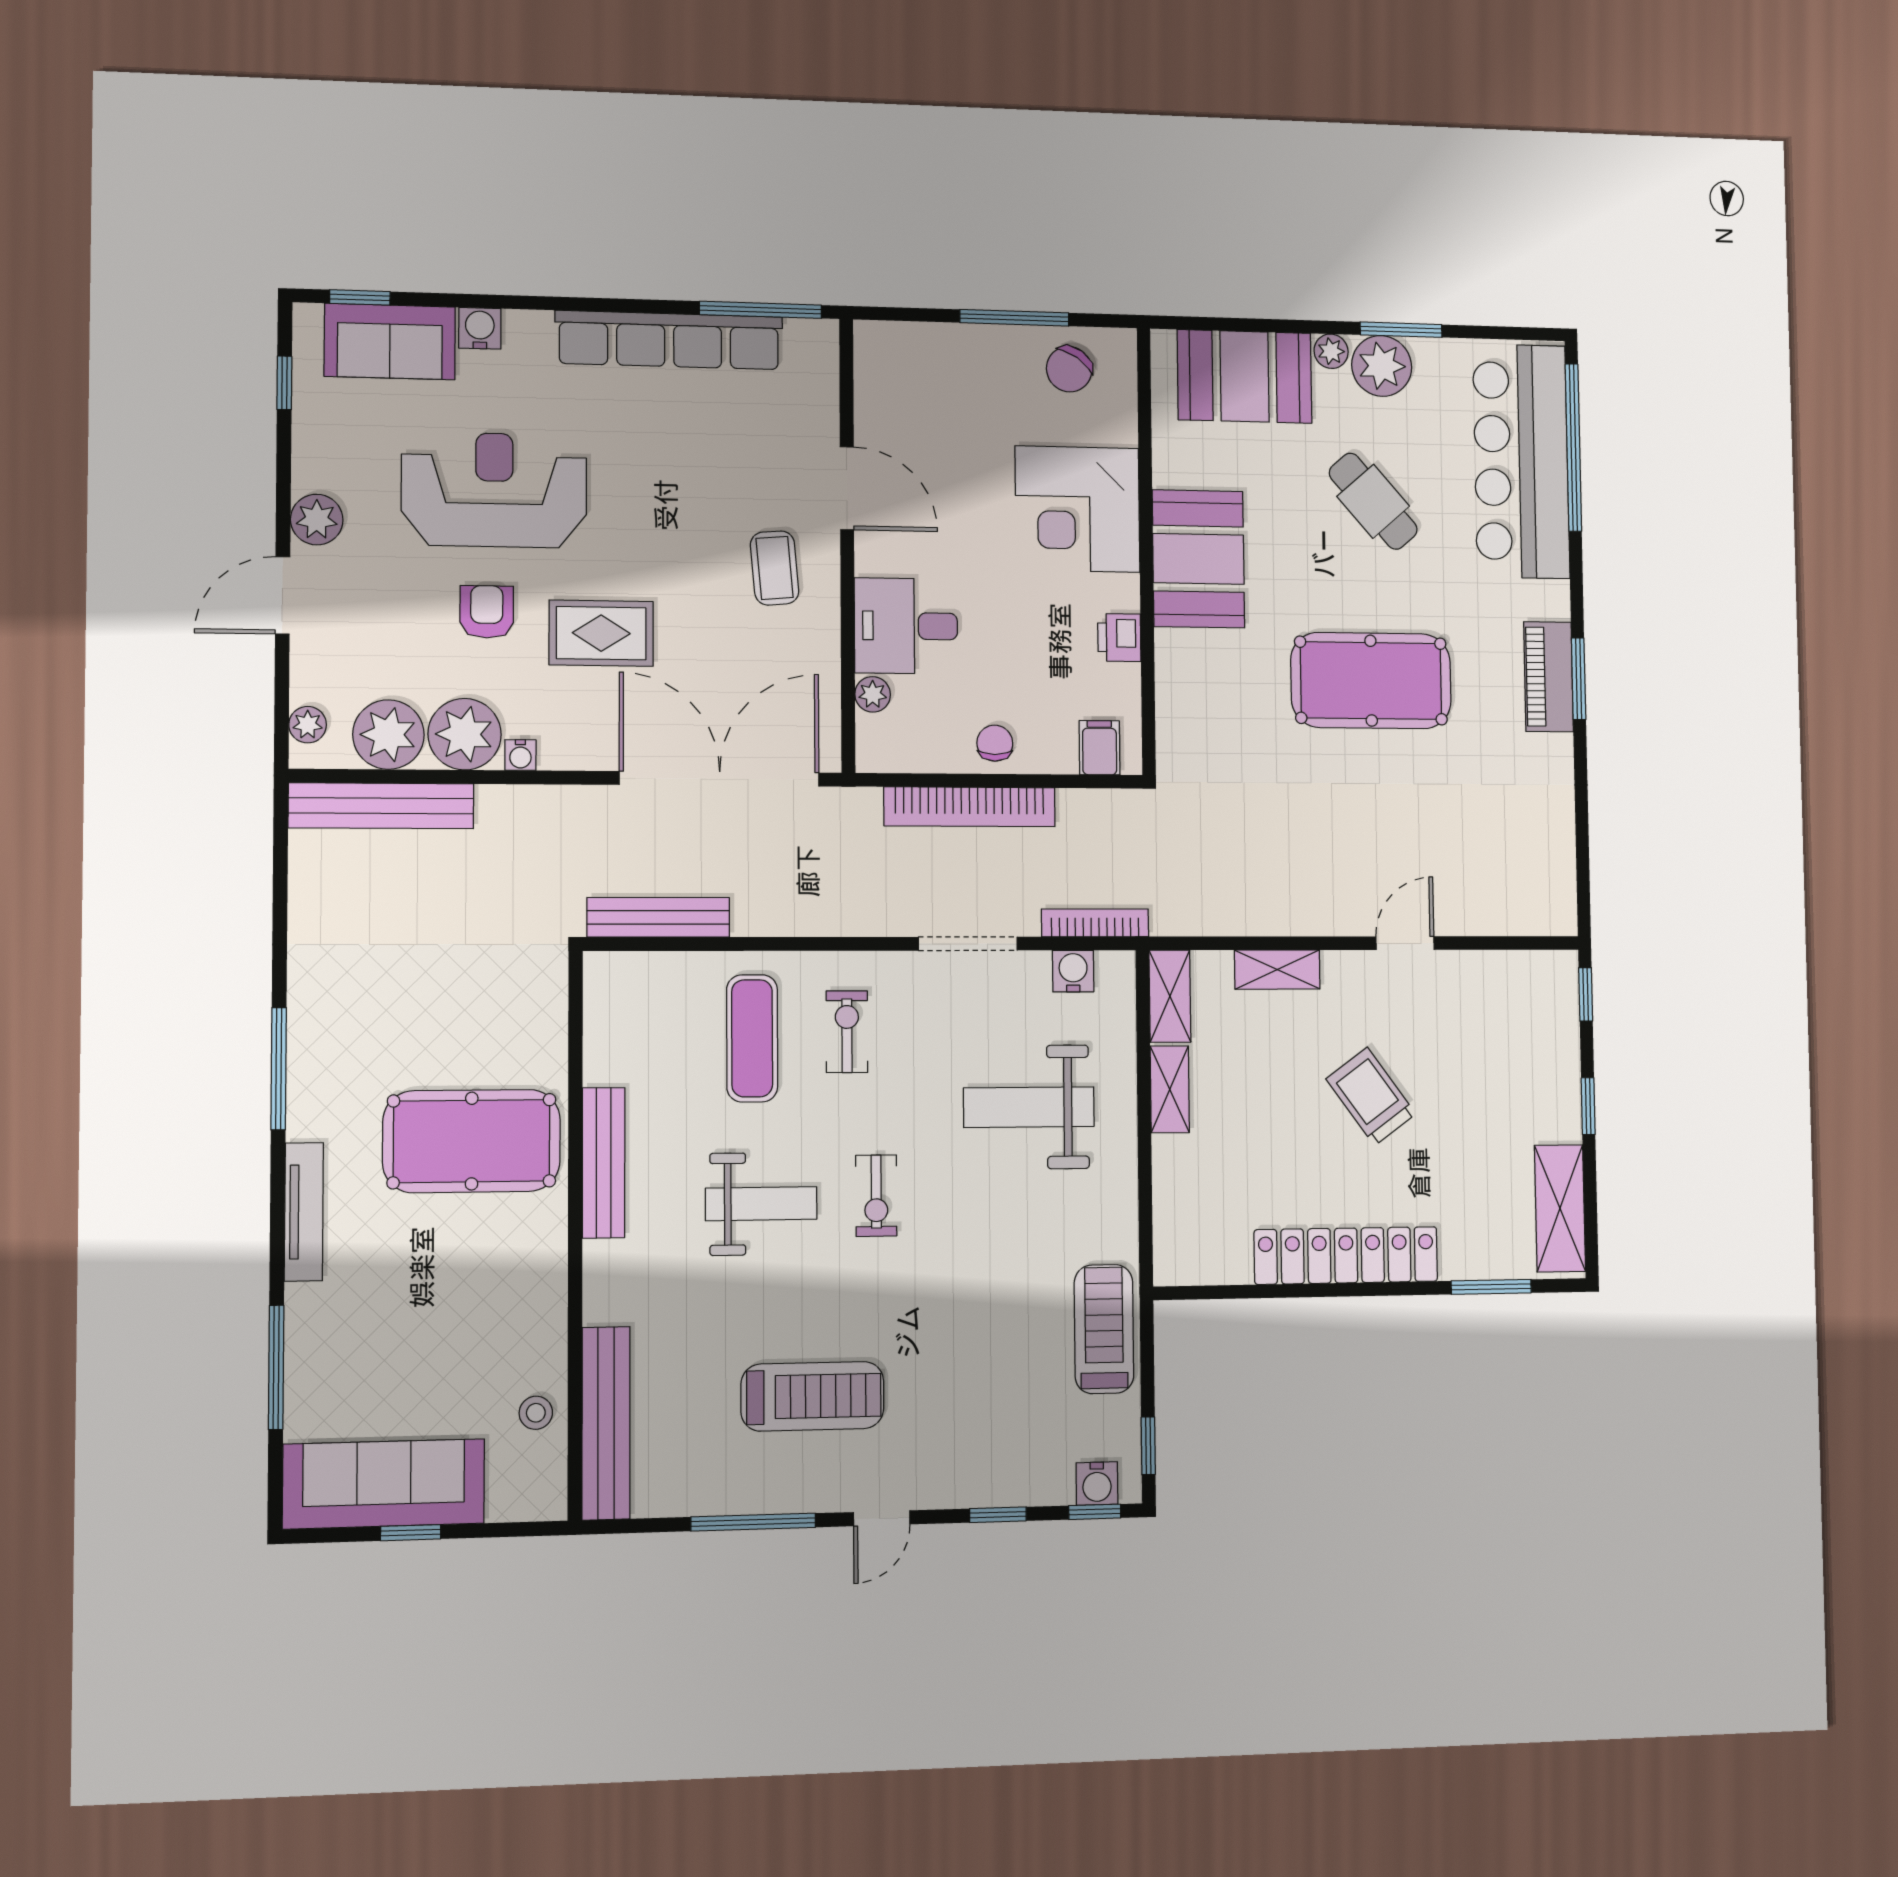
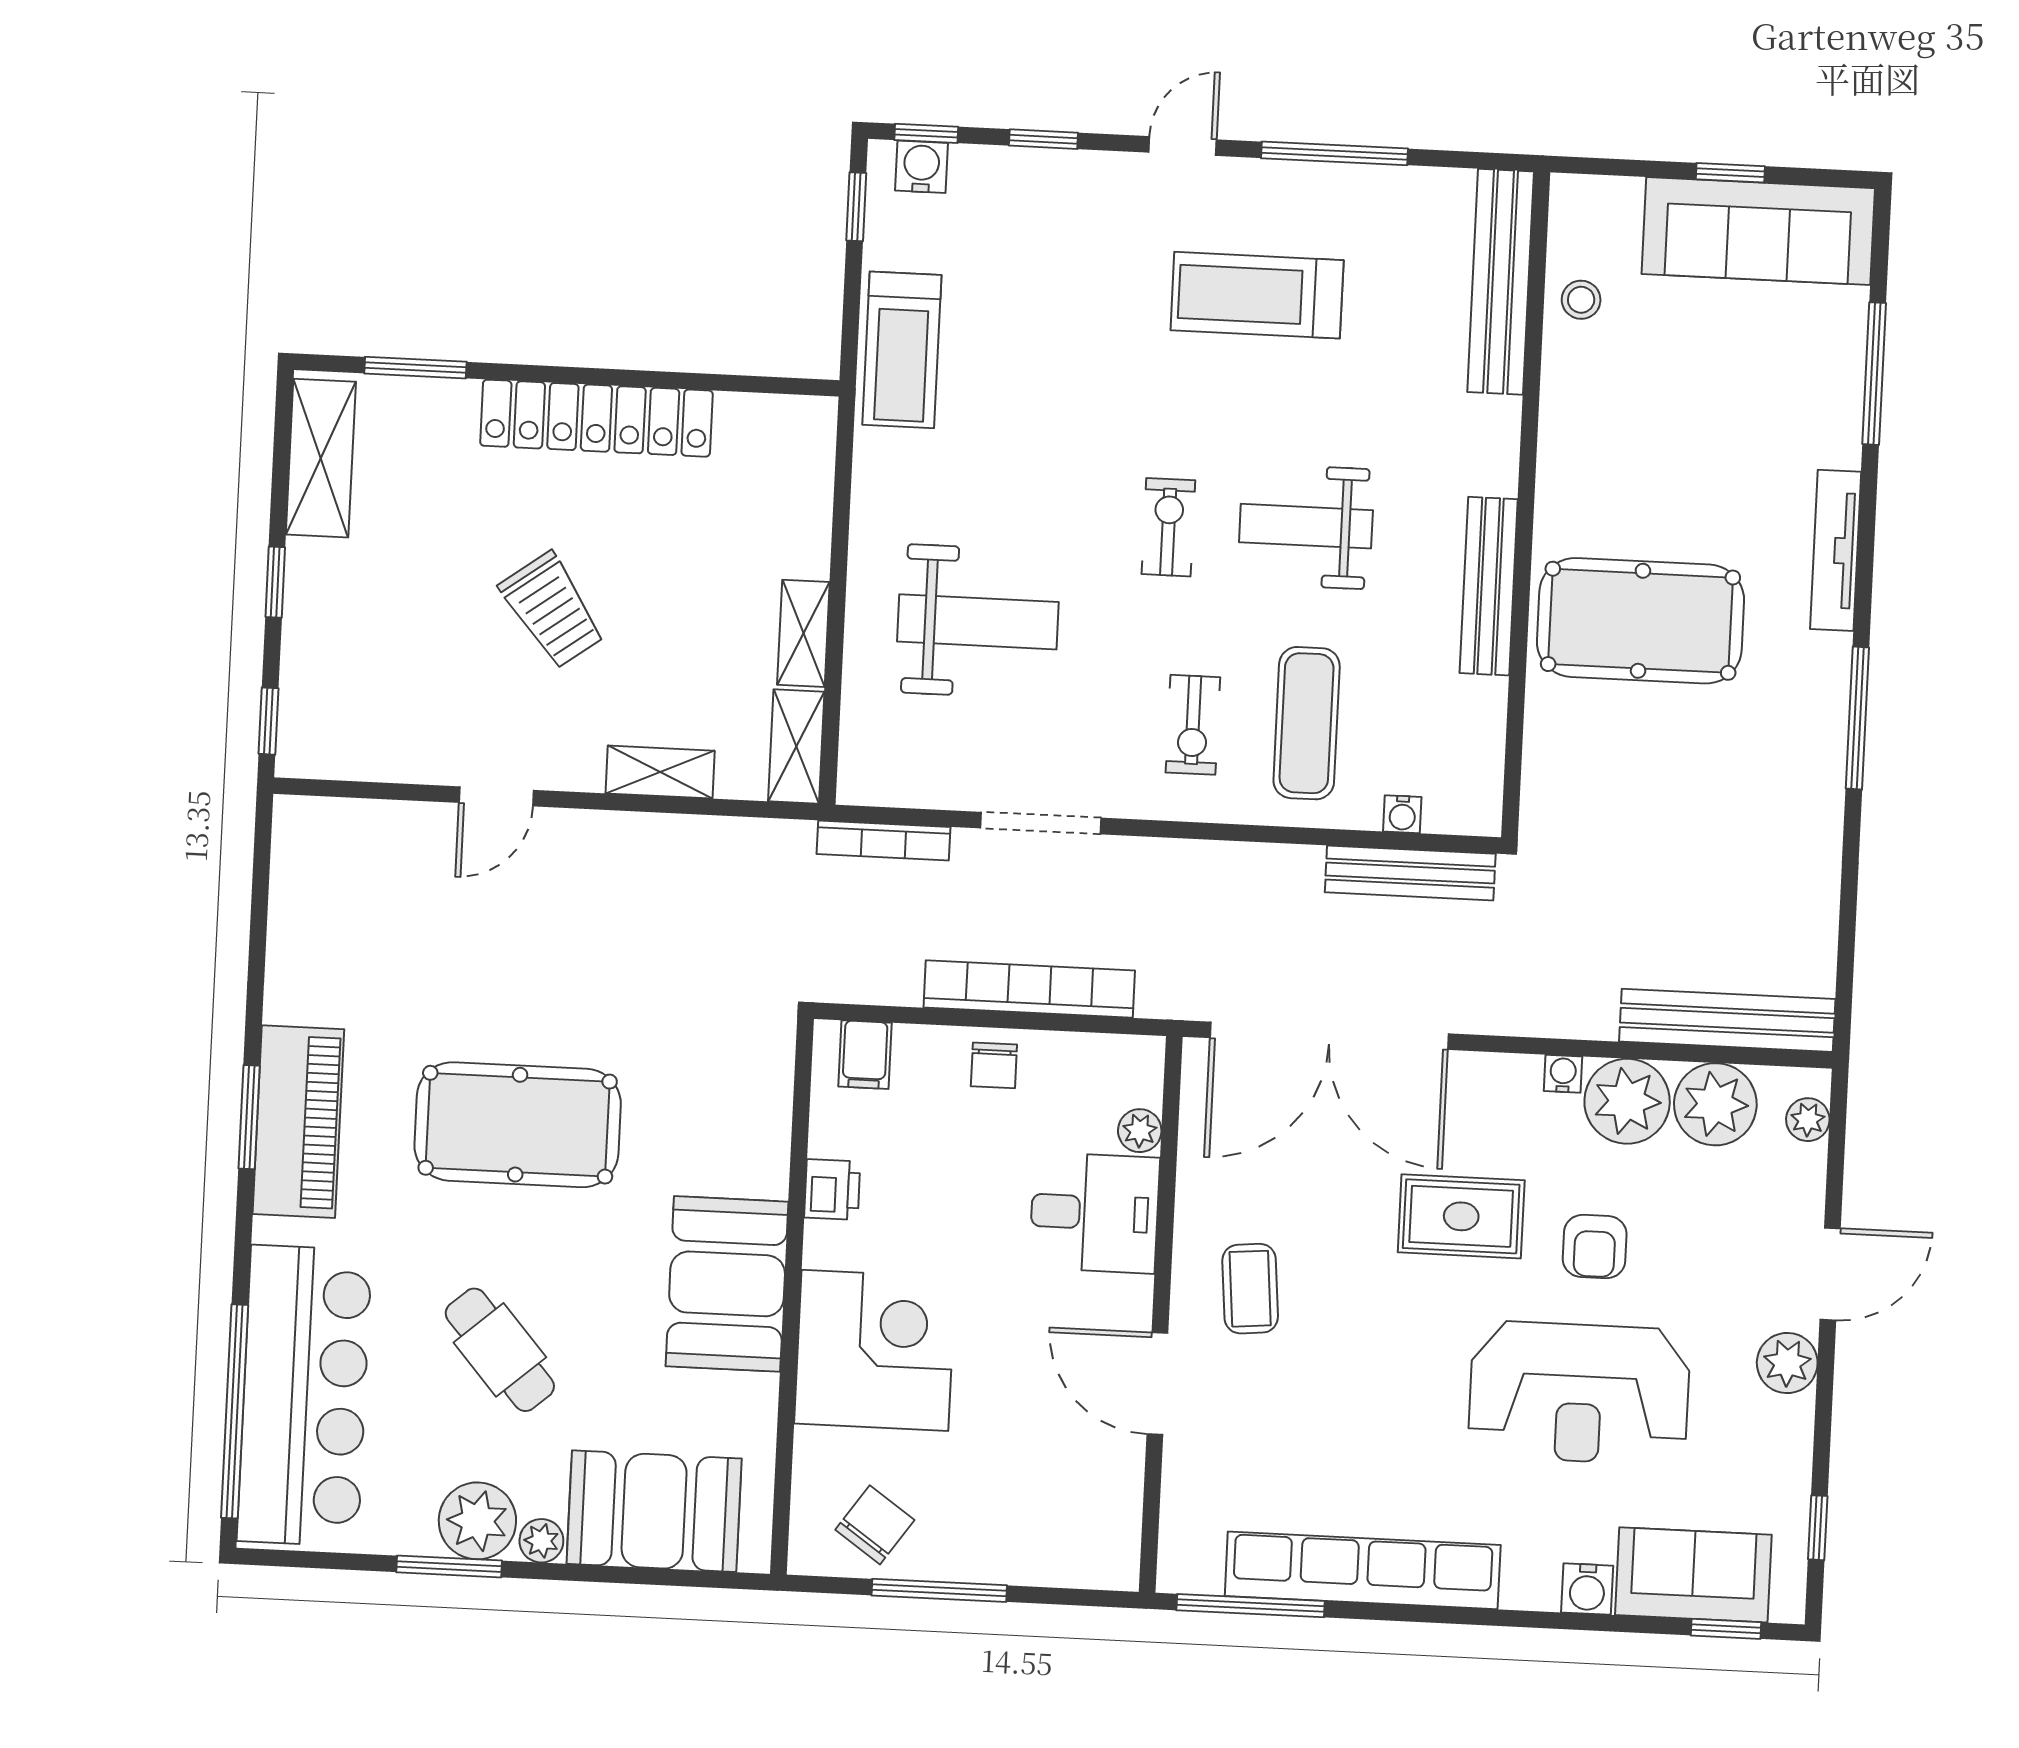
piano: (1549, 677) -> (298, 1122), width x1.37, depth x1.33
water cooler: (1073, 971) -> (1402, 814), moved, width x0.72, depth x0.72

